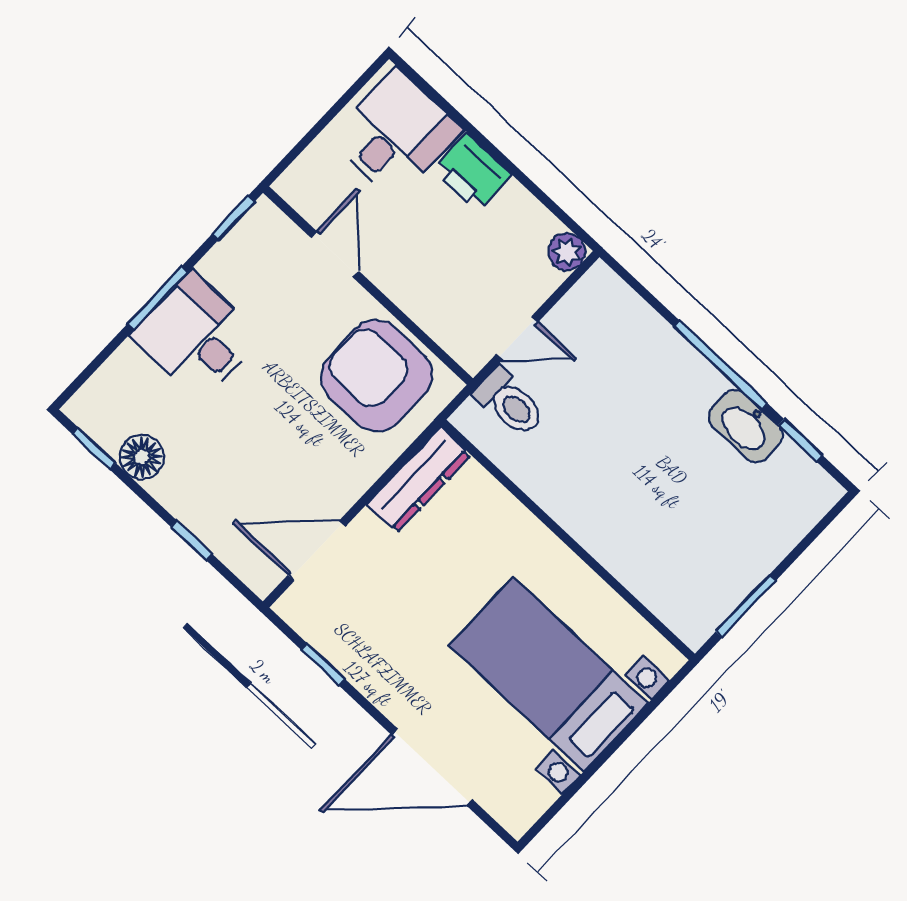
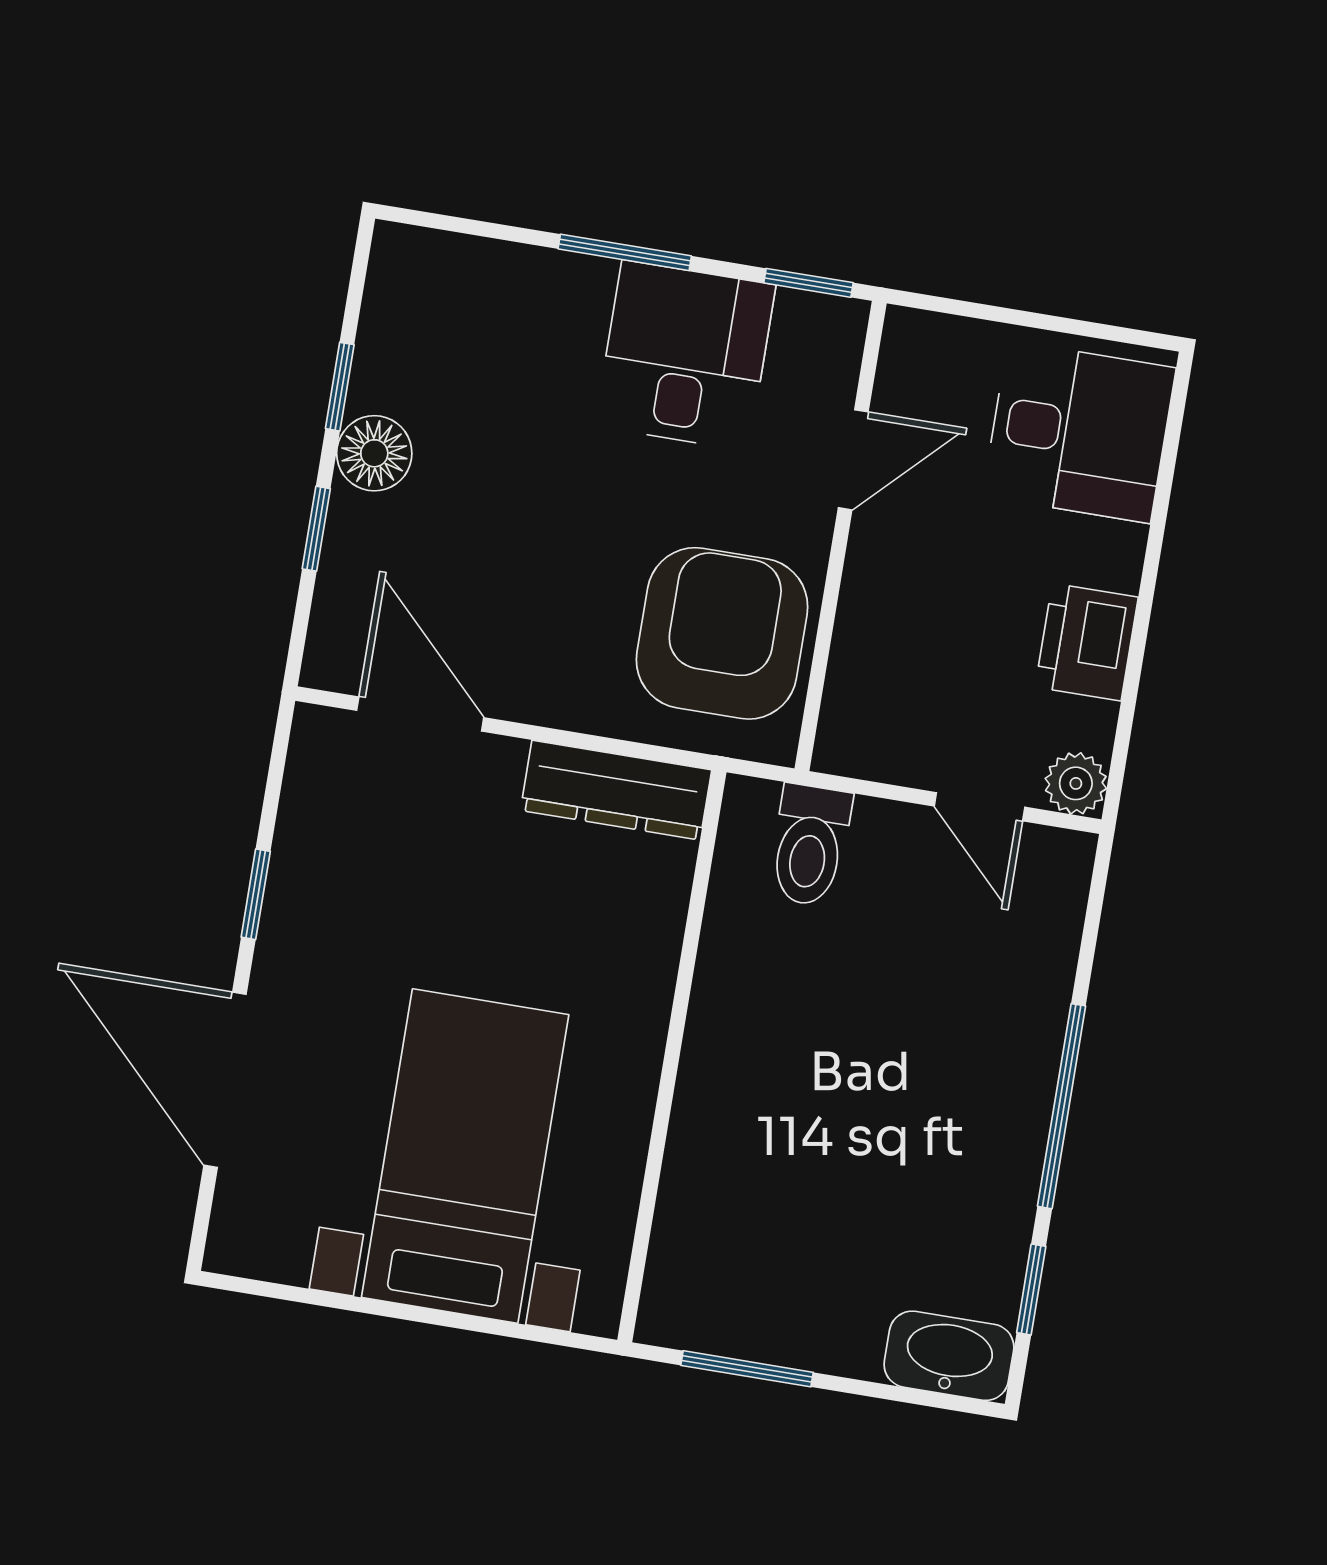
printer: (472, 172) -> (1087, 642), moved
desk: (196, 337) -> (685, 355), moved
door: (517, 339) -> (980, 807), moved
washbasin: (746, 426) -> (949, 1356), moved, turned 90
window: (94, 448) -> (340, 387), moved
floor lamp: (142, 457) -> (374, 453), moved
window: (323, 665) -> (256, 894), moved

